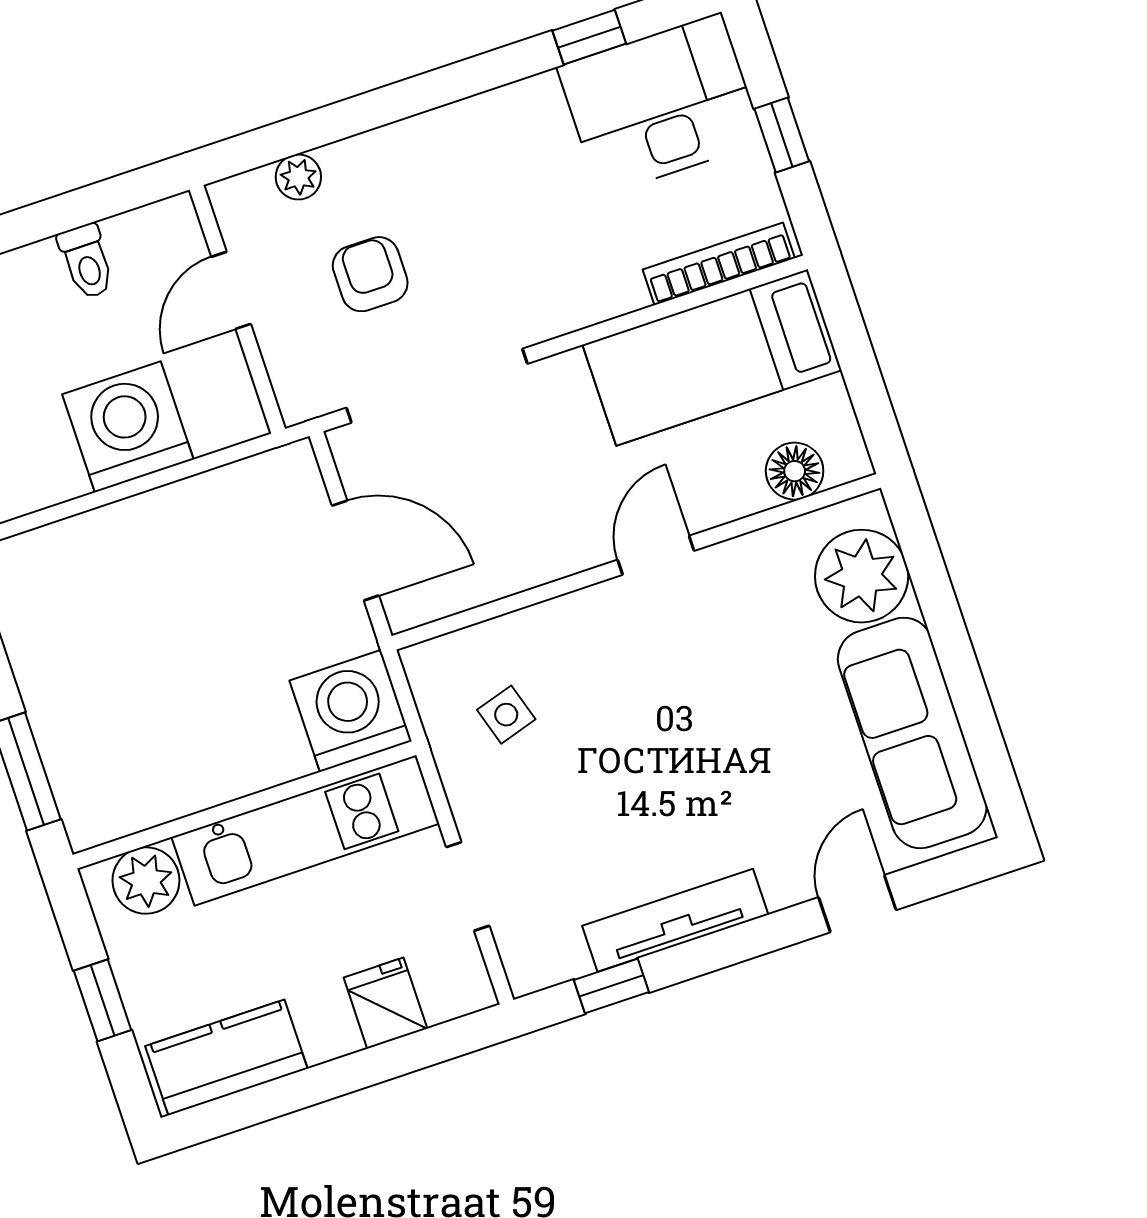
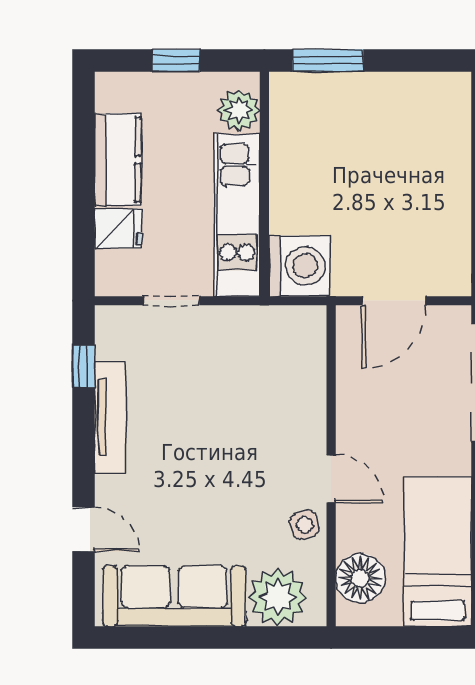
floor lamp: (795, 471) -> (360, 578), width x1.38, depth x1.38
side table: (506, 715) -> (304, 525), moved
kitchen counter: (226, 1057) -> (118, 159), moved

